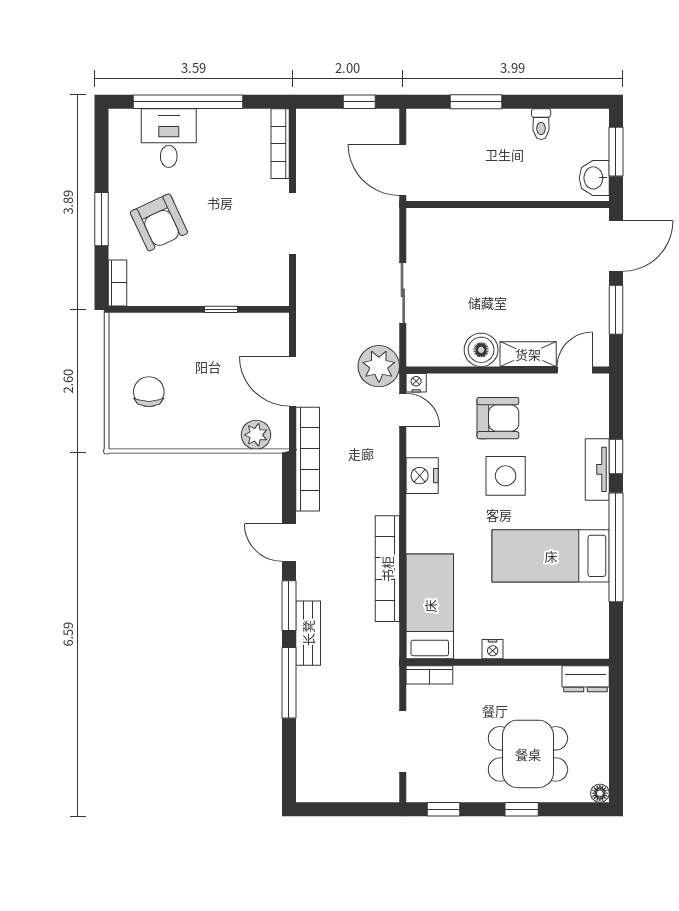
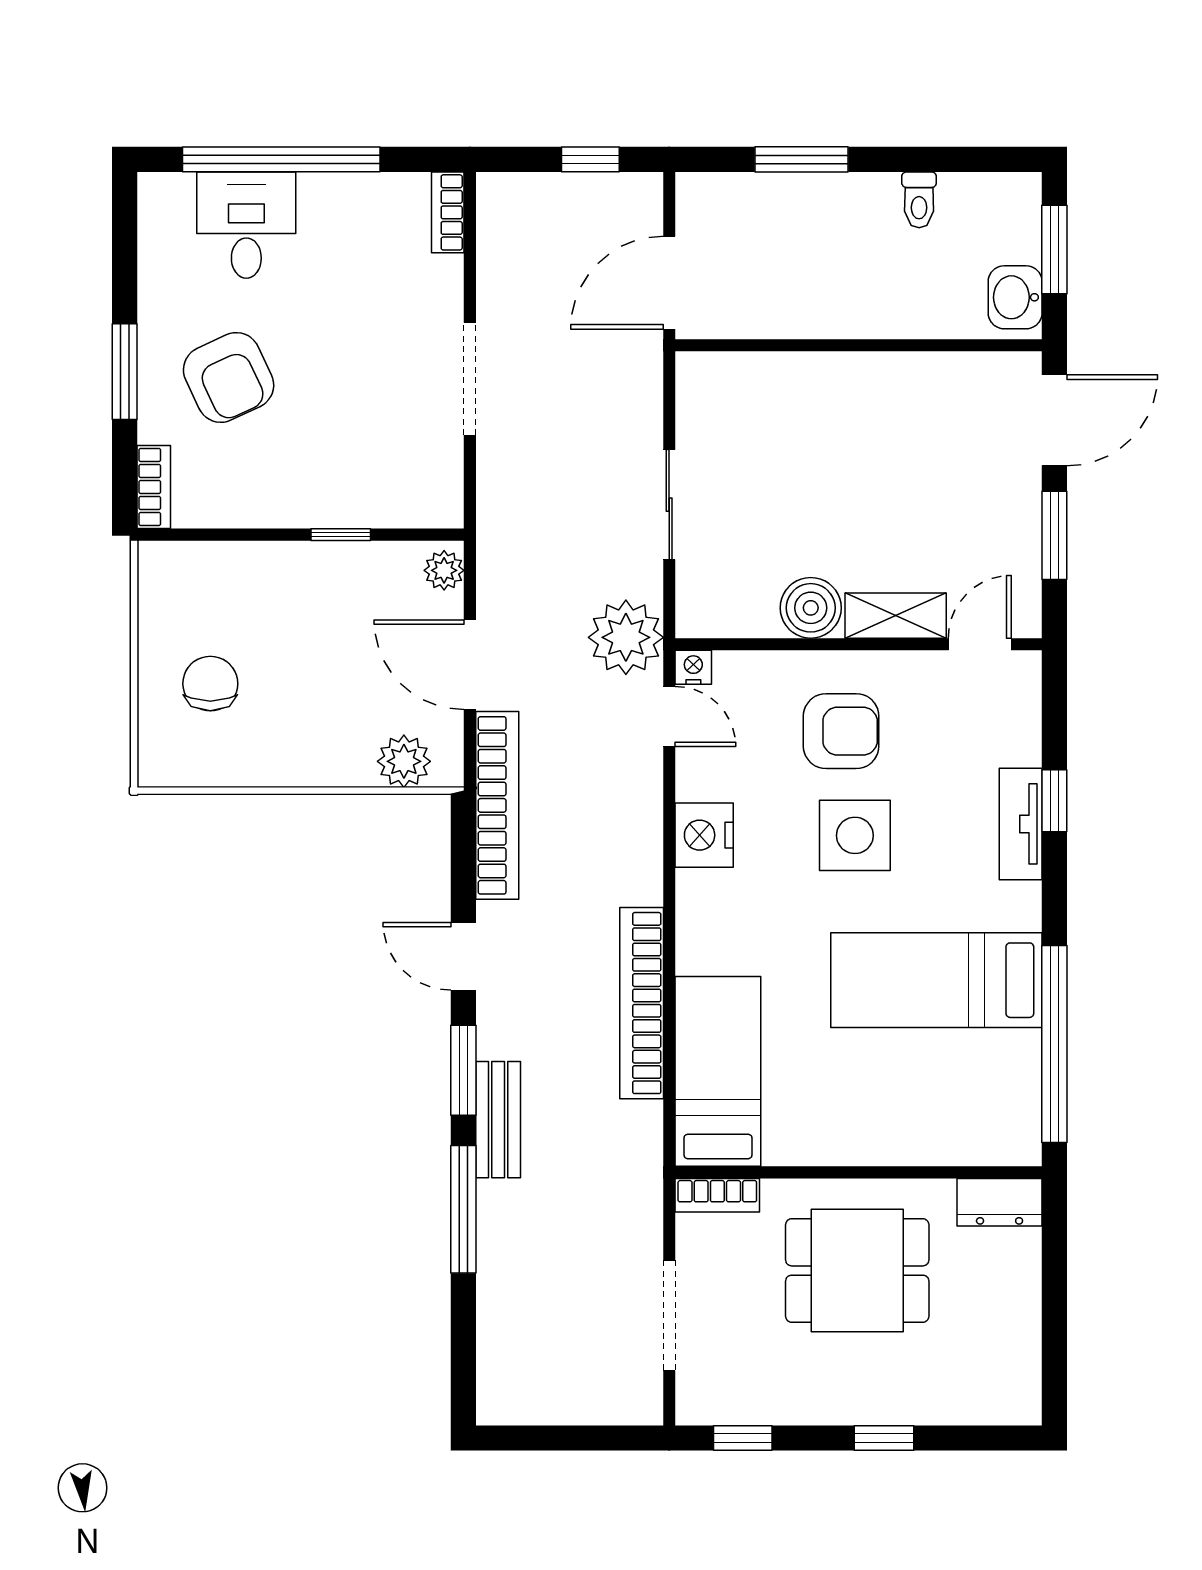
bookcase: (280, 144) -> (448, 212), width x0.64
door: (403, 170) -> (669, 283), hinge flipped
plant: (278, 329) -> (444, 570), added
window: (616, 547) -> (1054, 1044), moved
nightstand: (493, 649) -> (832, 1149), removed
dining table: (528, 754) -> (857, 1271), moved
floor lamp: (600, 793) -> (1025, 1409), removed

